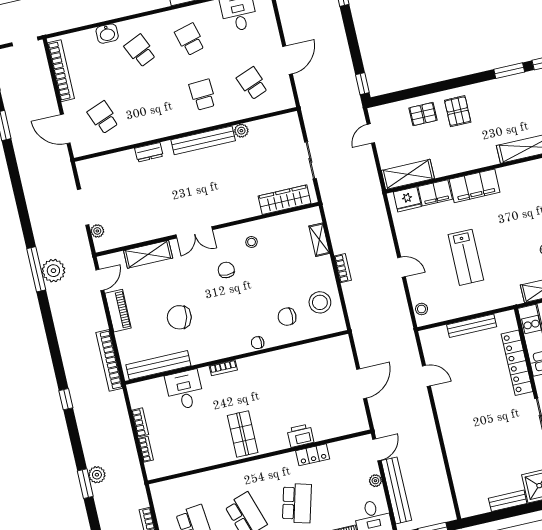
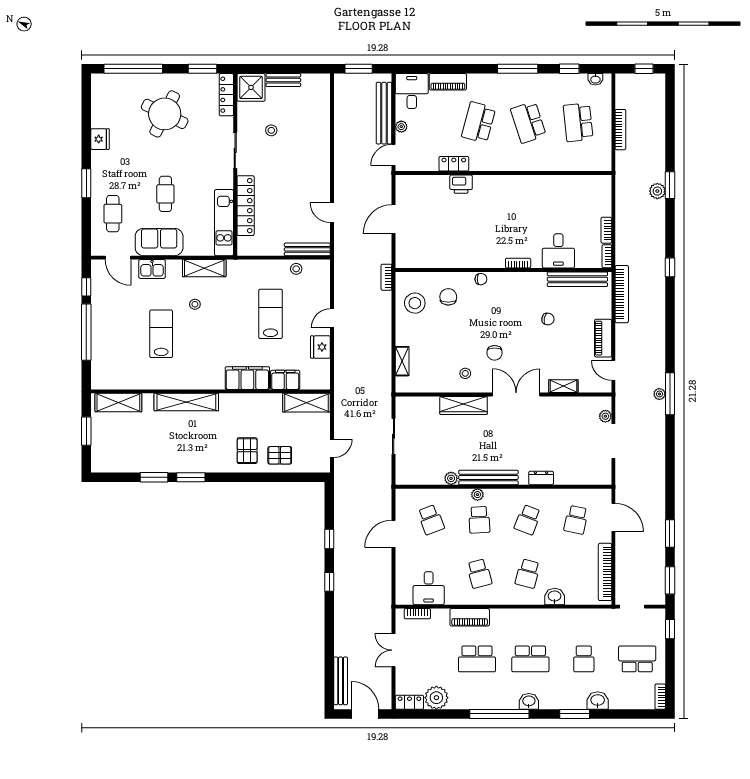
school desk: (140, 51) -> (528, 574), turned 39
window: (362, 84) -> (329, 539), moved
school desk: (153, 106) -> (528, 520), added
school desk: (103, 118) -> (576, 520), turned 33
plant: (210, 120) -> (477, 495), added
fridge: (407, 199) -> (320, 347), moved, turned -90
wardrobe: (285, 200) -> (464, 405), moved
double door: (194, 232) -> (516, 394), width x1.37
shelving: (148, 254) -> (563, 386), width x0.67, depth x0.75
door: (401, 267) -> (332, 318), hinge flipped
bookcase: (343, 268) -> (386, 277), moved
plant: (53, 271) -> (659, 394), width x0.53, depth x0.53
door: (100, 280) -> (613, 370), hinge flipped
stool: (422, 309) -> (296, 269), moved
chair: (179, 317) -> (548, 319), width x0.54, depth x0.54
chair: (287, 317) -> (448, 297), turned -89
bench: (472, 326) -> (307, 249), moved
shop shelf: (243, 434) -> (514, 198), removed
stool: (508, 446) -> (271, 130), added
bookcase: (146, 449) -> (607, 256), moved

